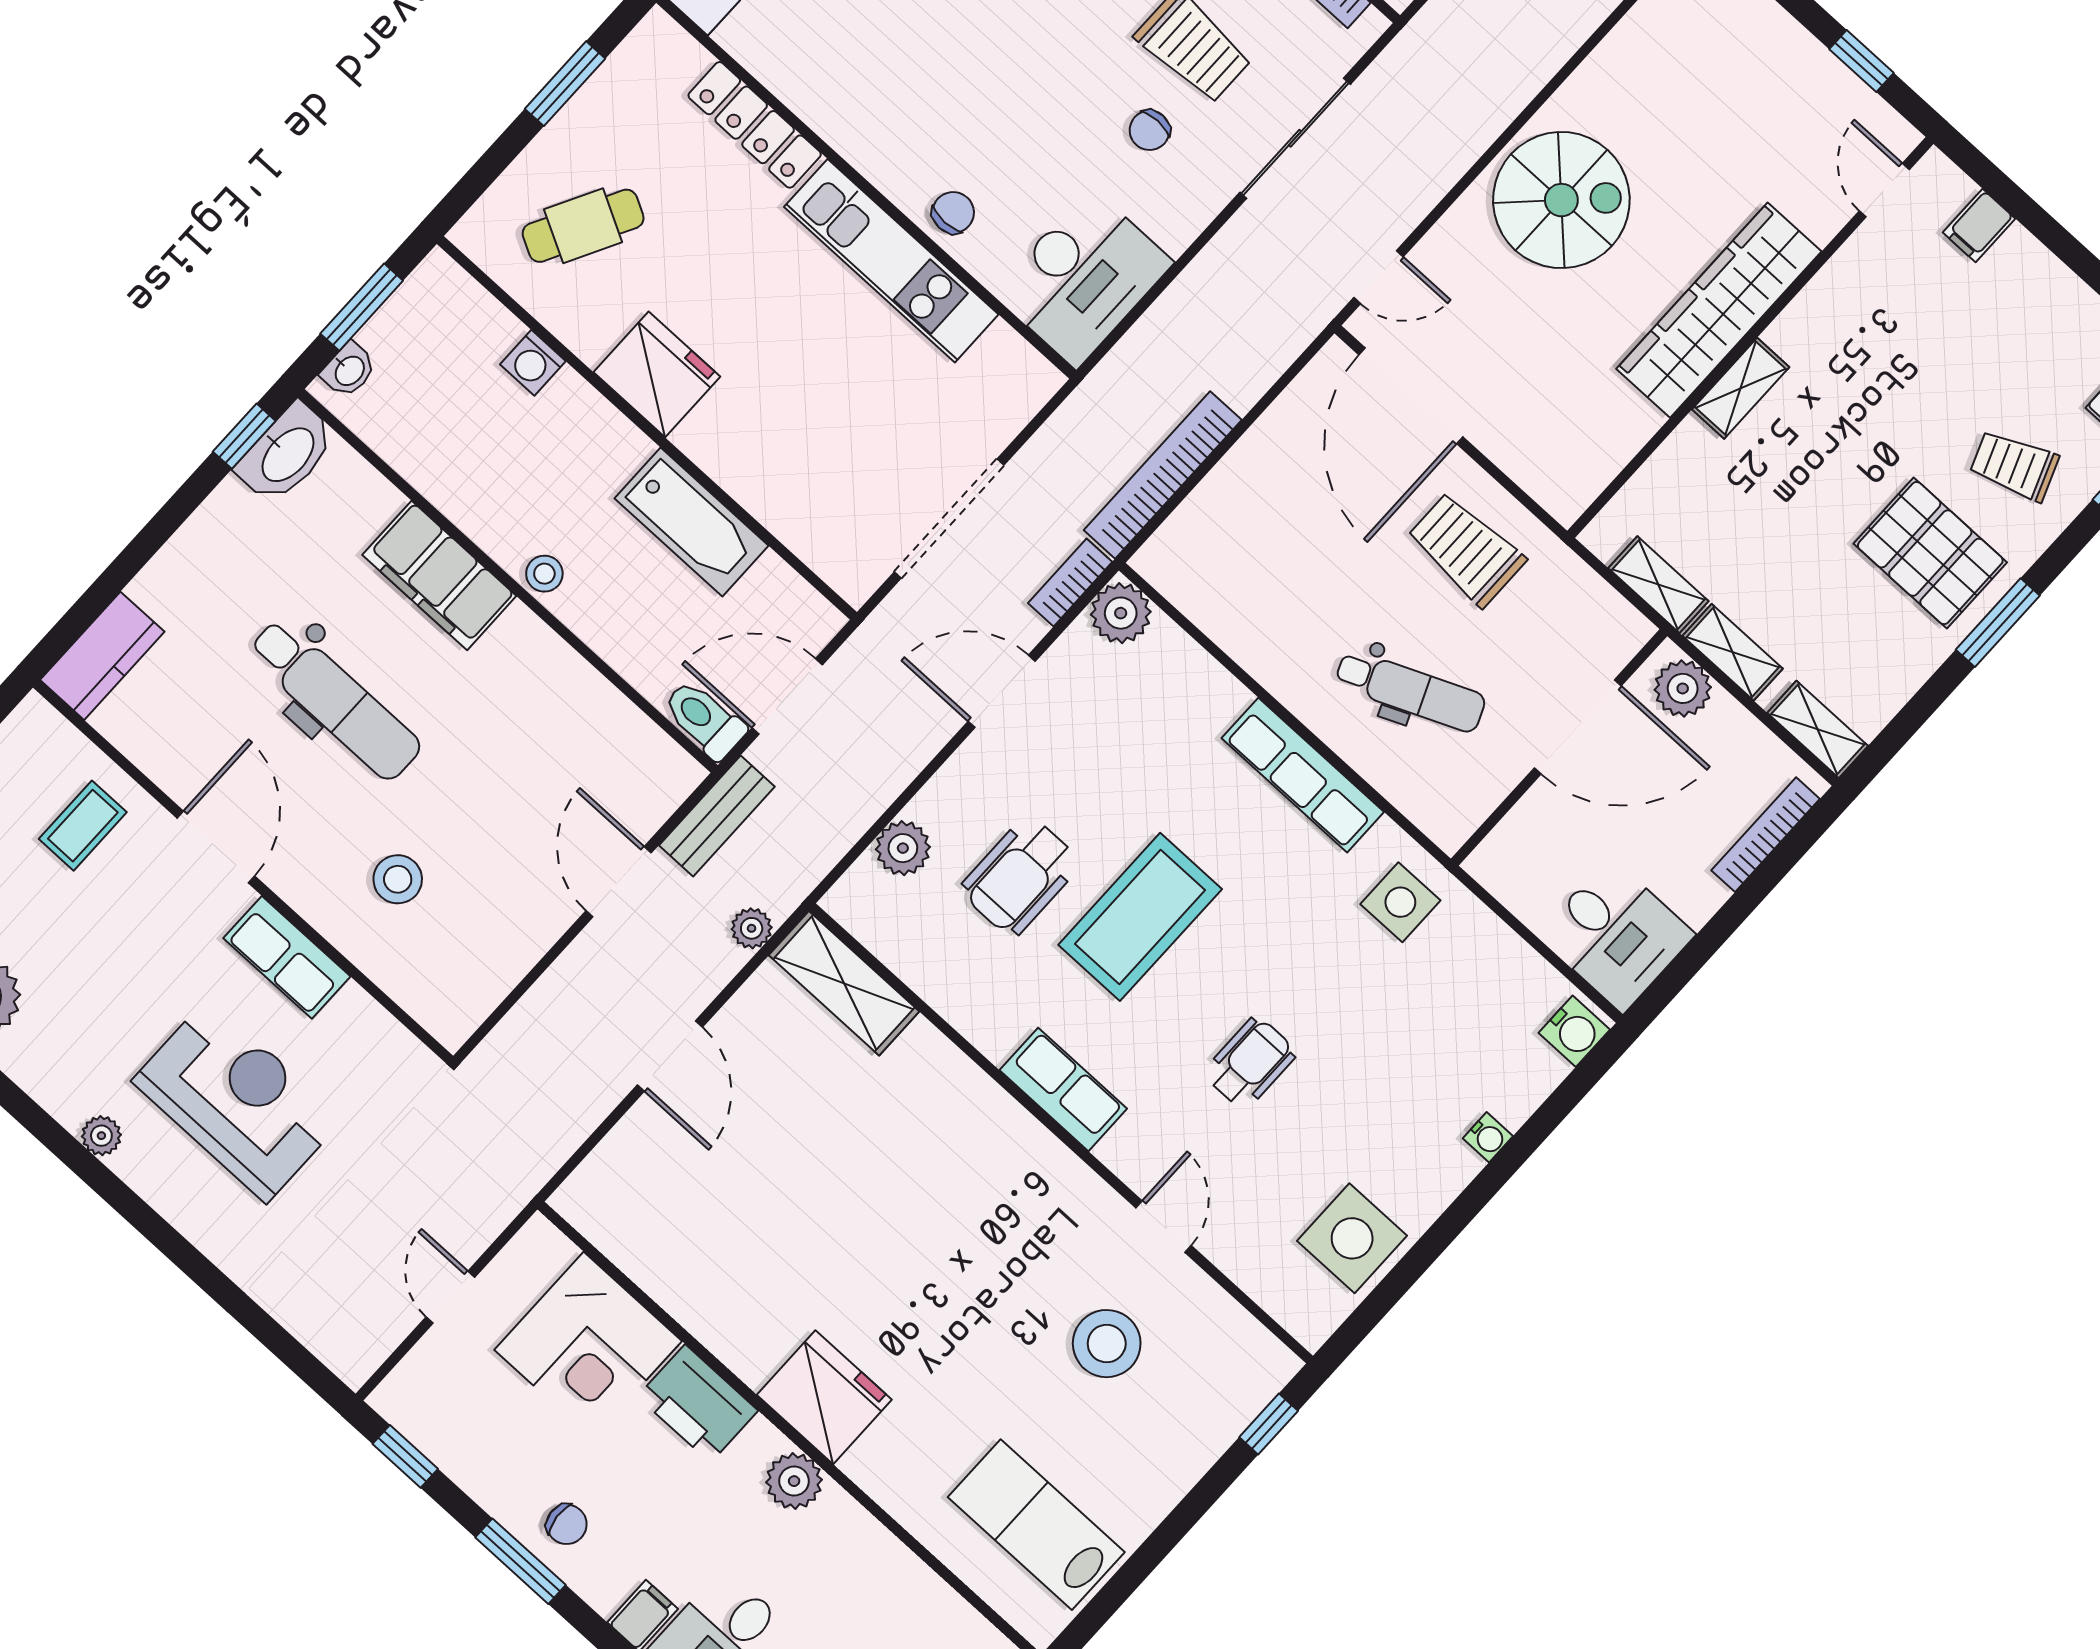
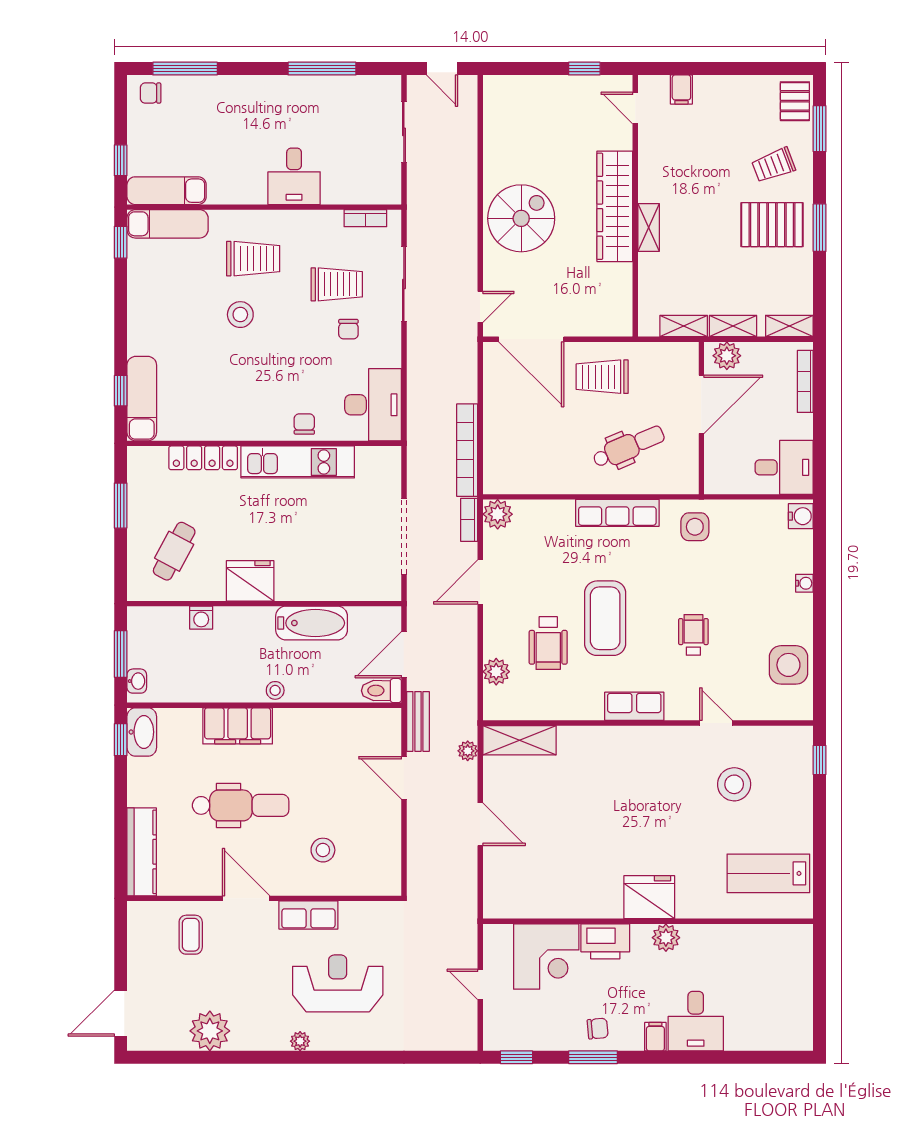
kitchen counter: (102, 656) -> (142, 852), width x1.50

